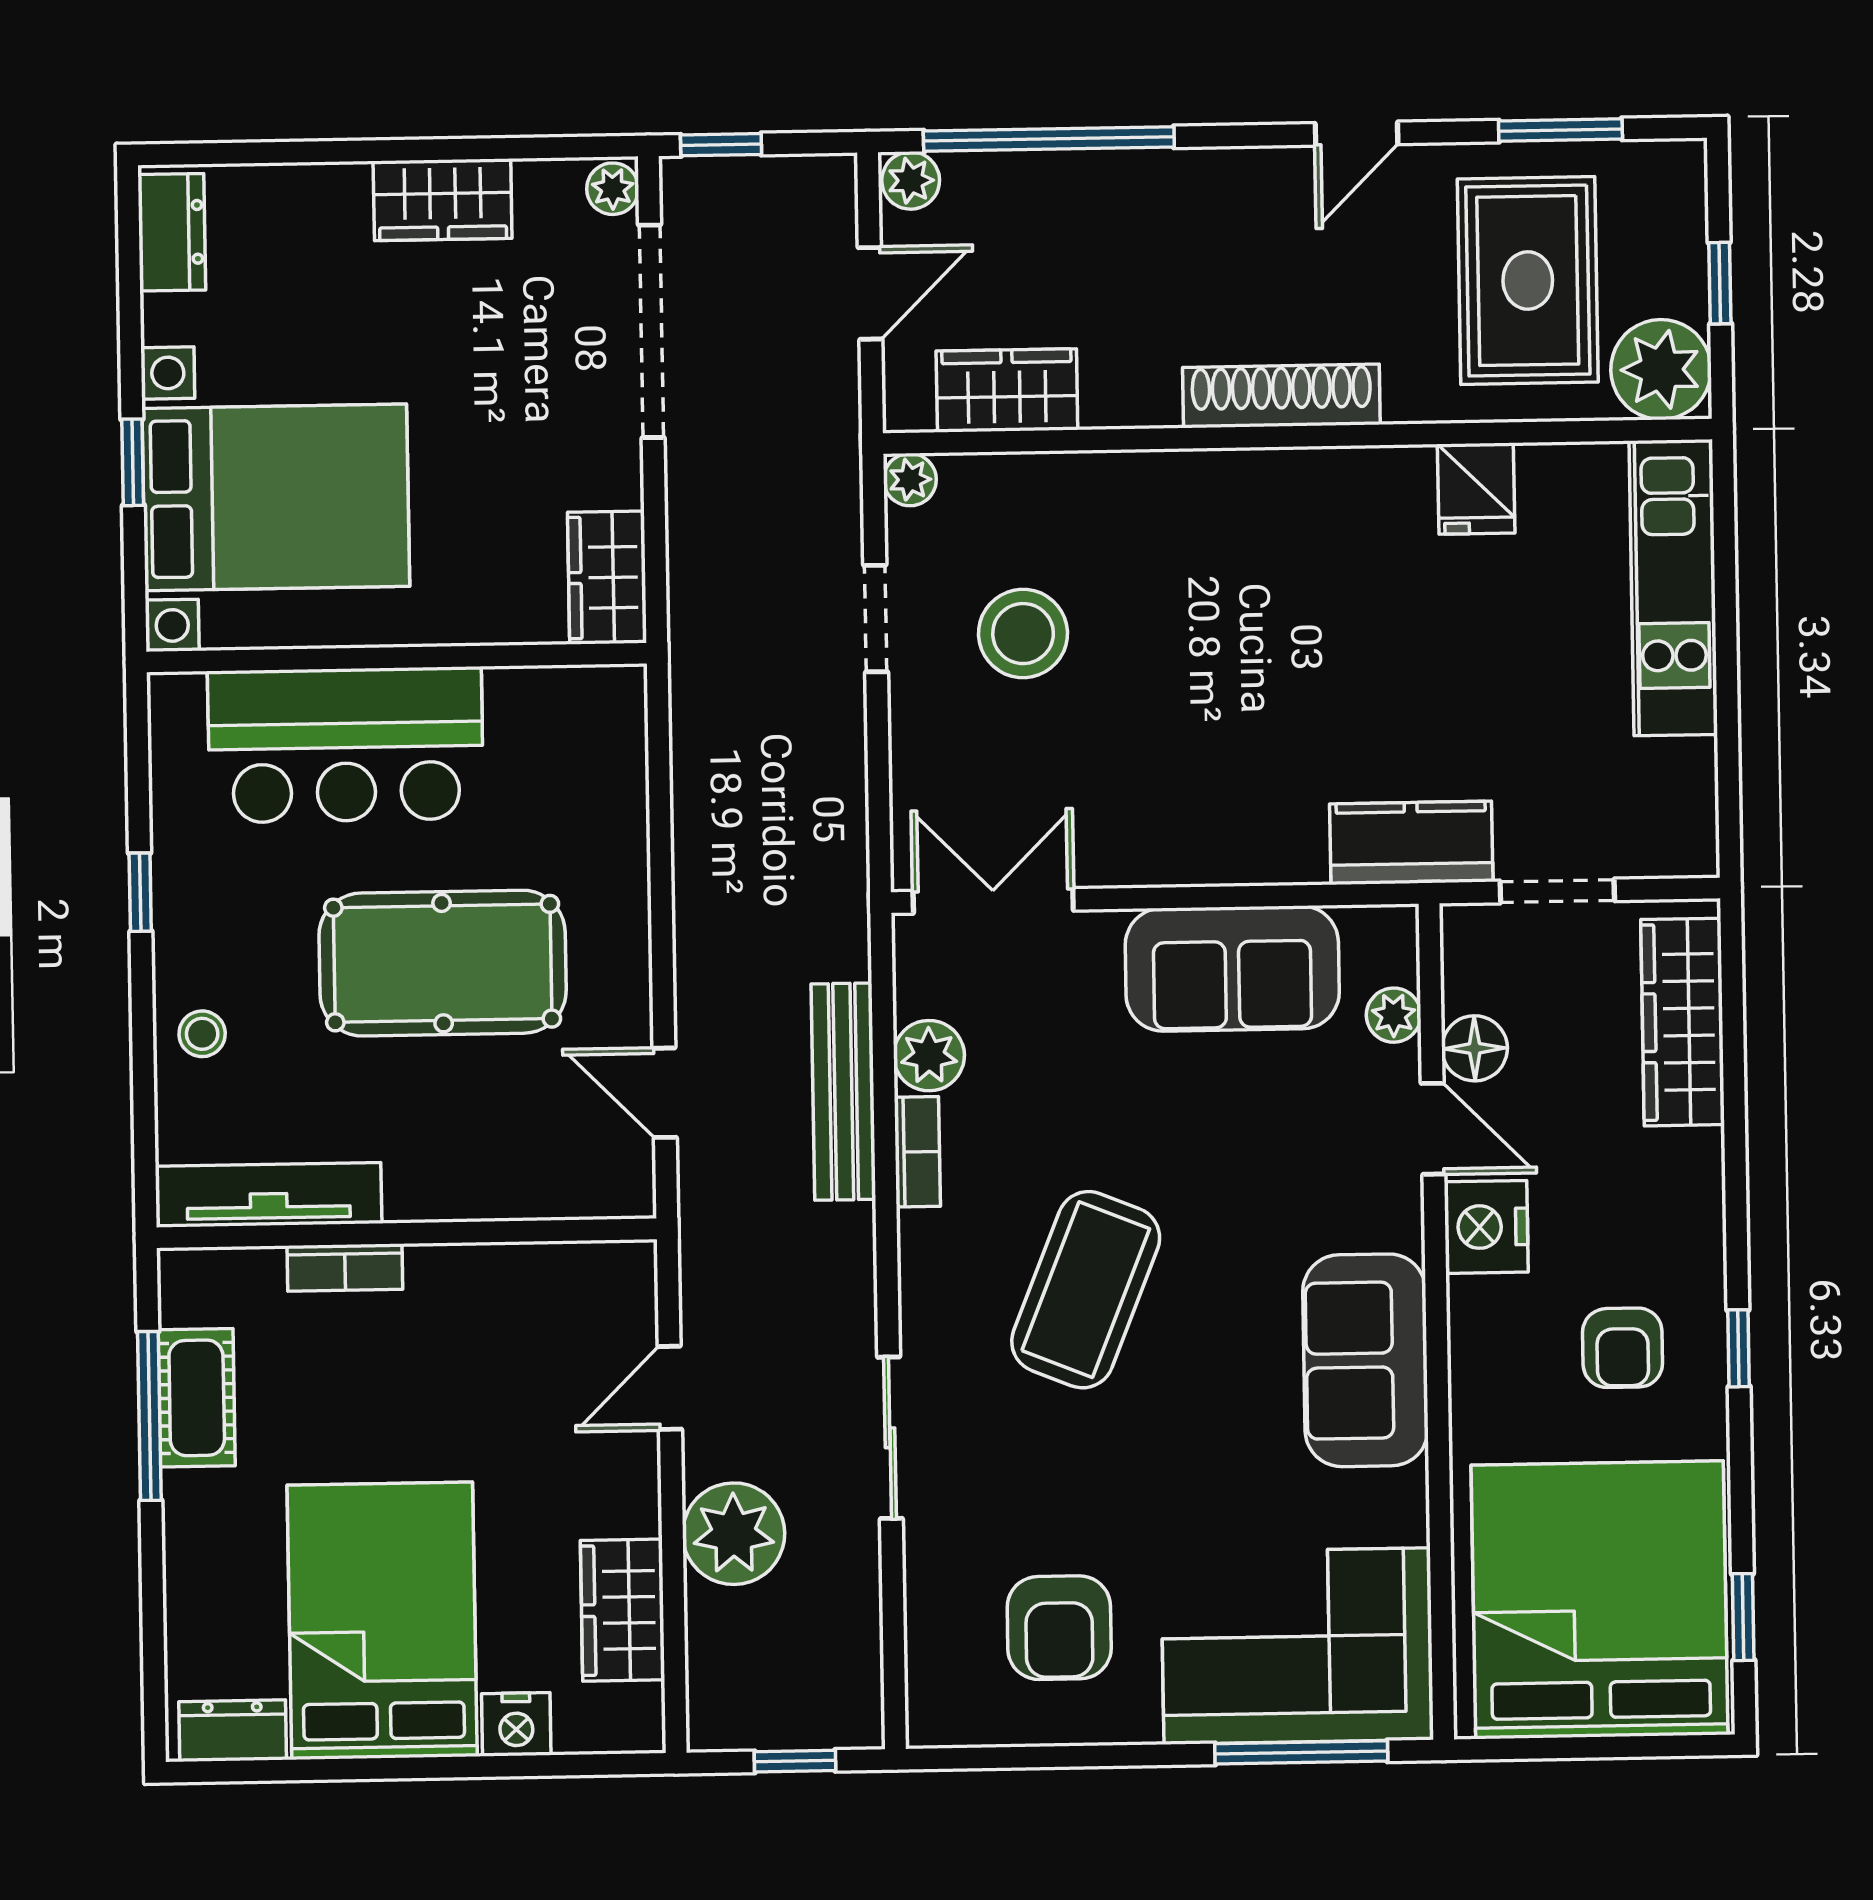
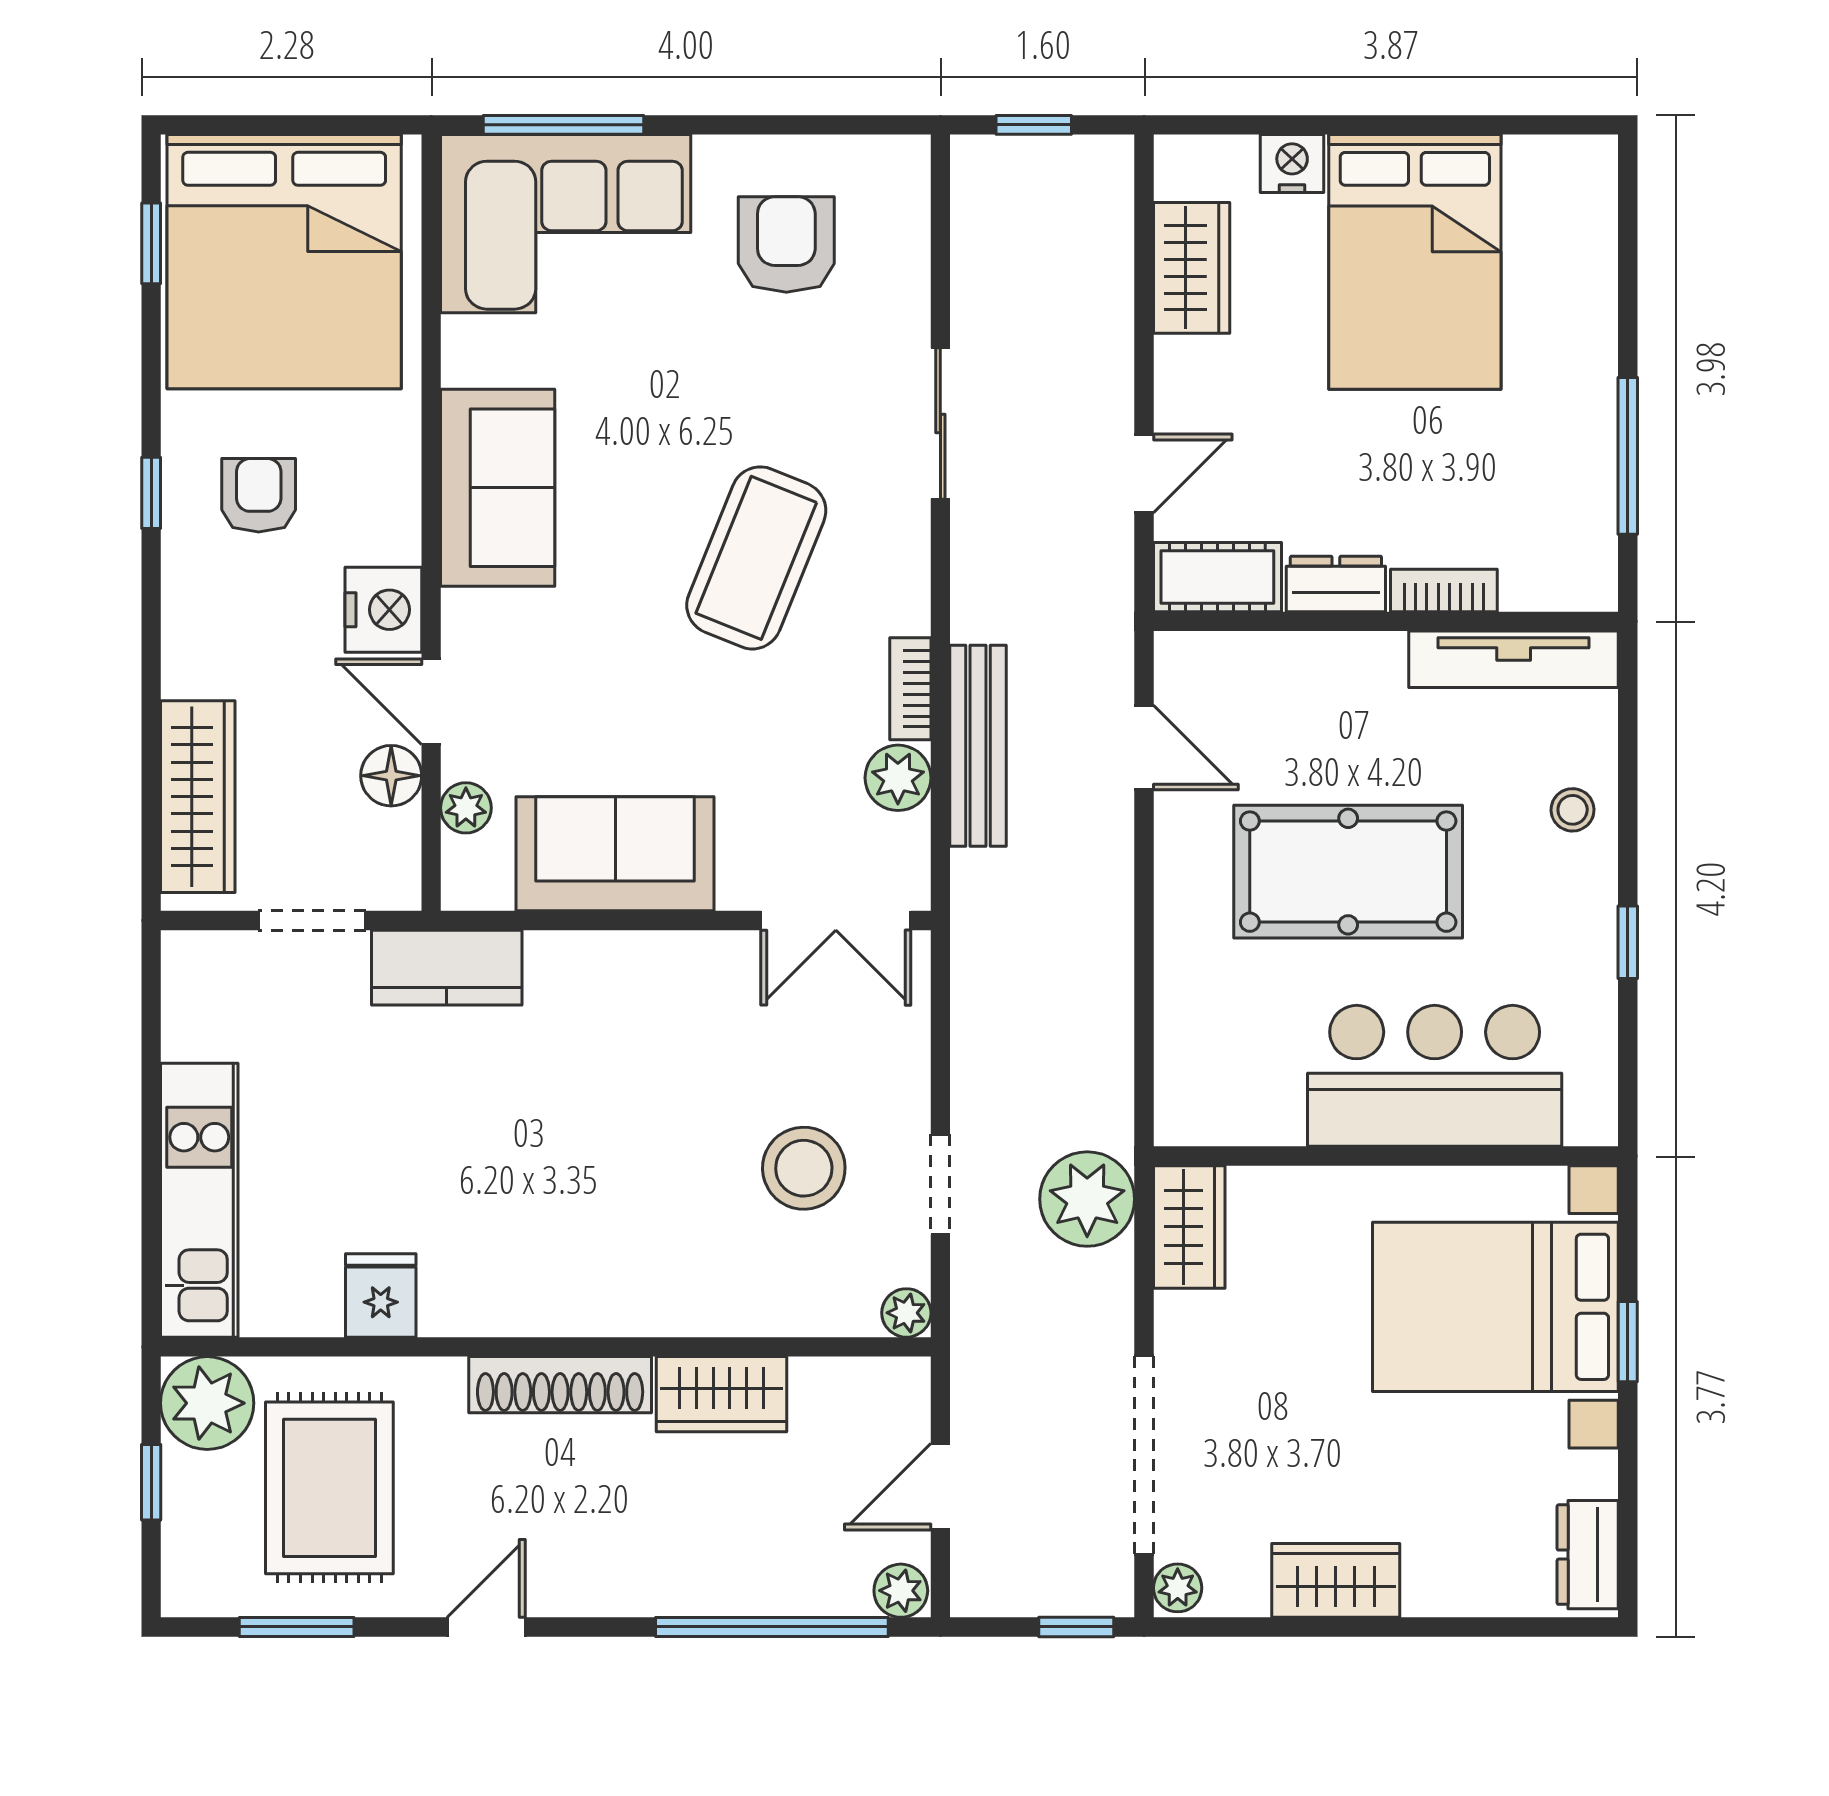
wardrobe: (1007, 390) -> (721, 1394), moved
cot: (197, 1398) -> (1217, 577), moved, turned 90
plant: (734, 1534) -> (1087, 1199), moved
dresser: (233, 1731) -> (1336, 584), moved, turned 180

